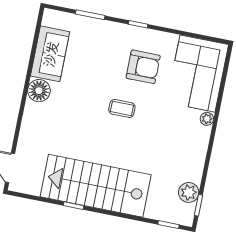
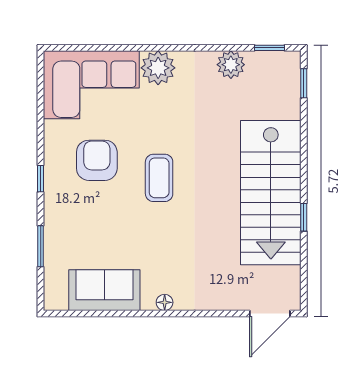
floor lamp: (39, 91) -> (165, 302), width x0.53, depth x0.53
coffee table: (122, 108) -> (159, 178), width x1.36, depth x1.30
plant: (207, 119) -> (158, 68), width x1.88, depth x1.88
plant: (189, 192) -> (231, 65), moved

